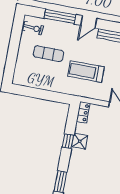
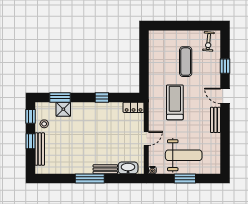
window: (60, 17) -> (225, 66), width x0.46
shower: (80, 141) -> (63, 109), moved

